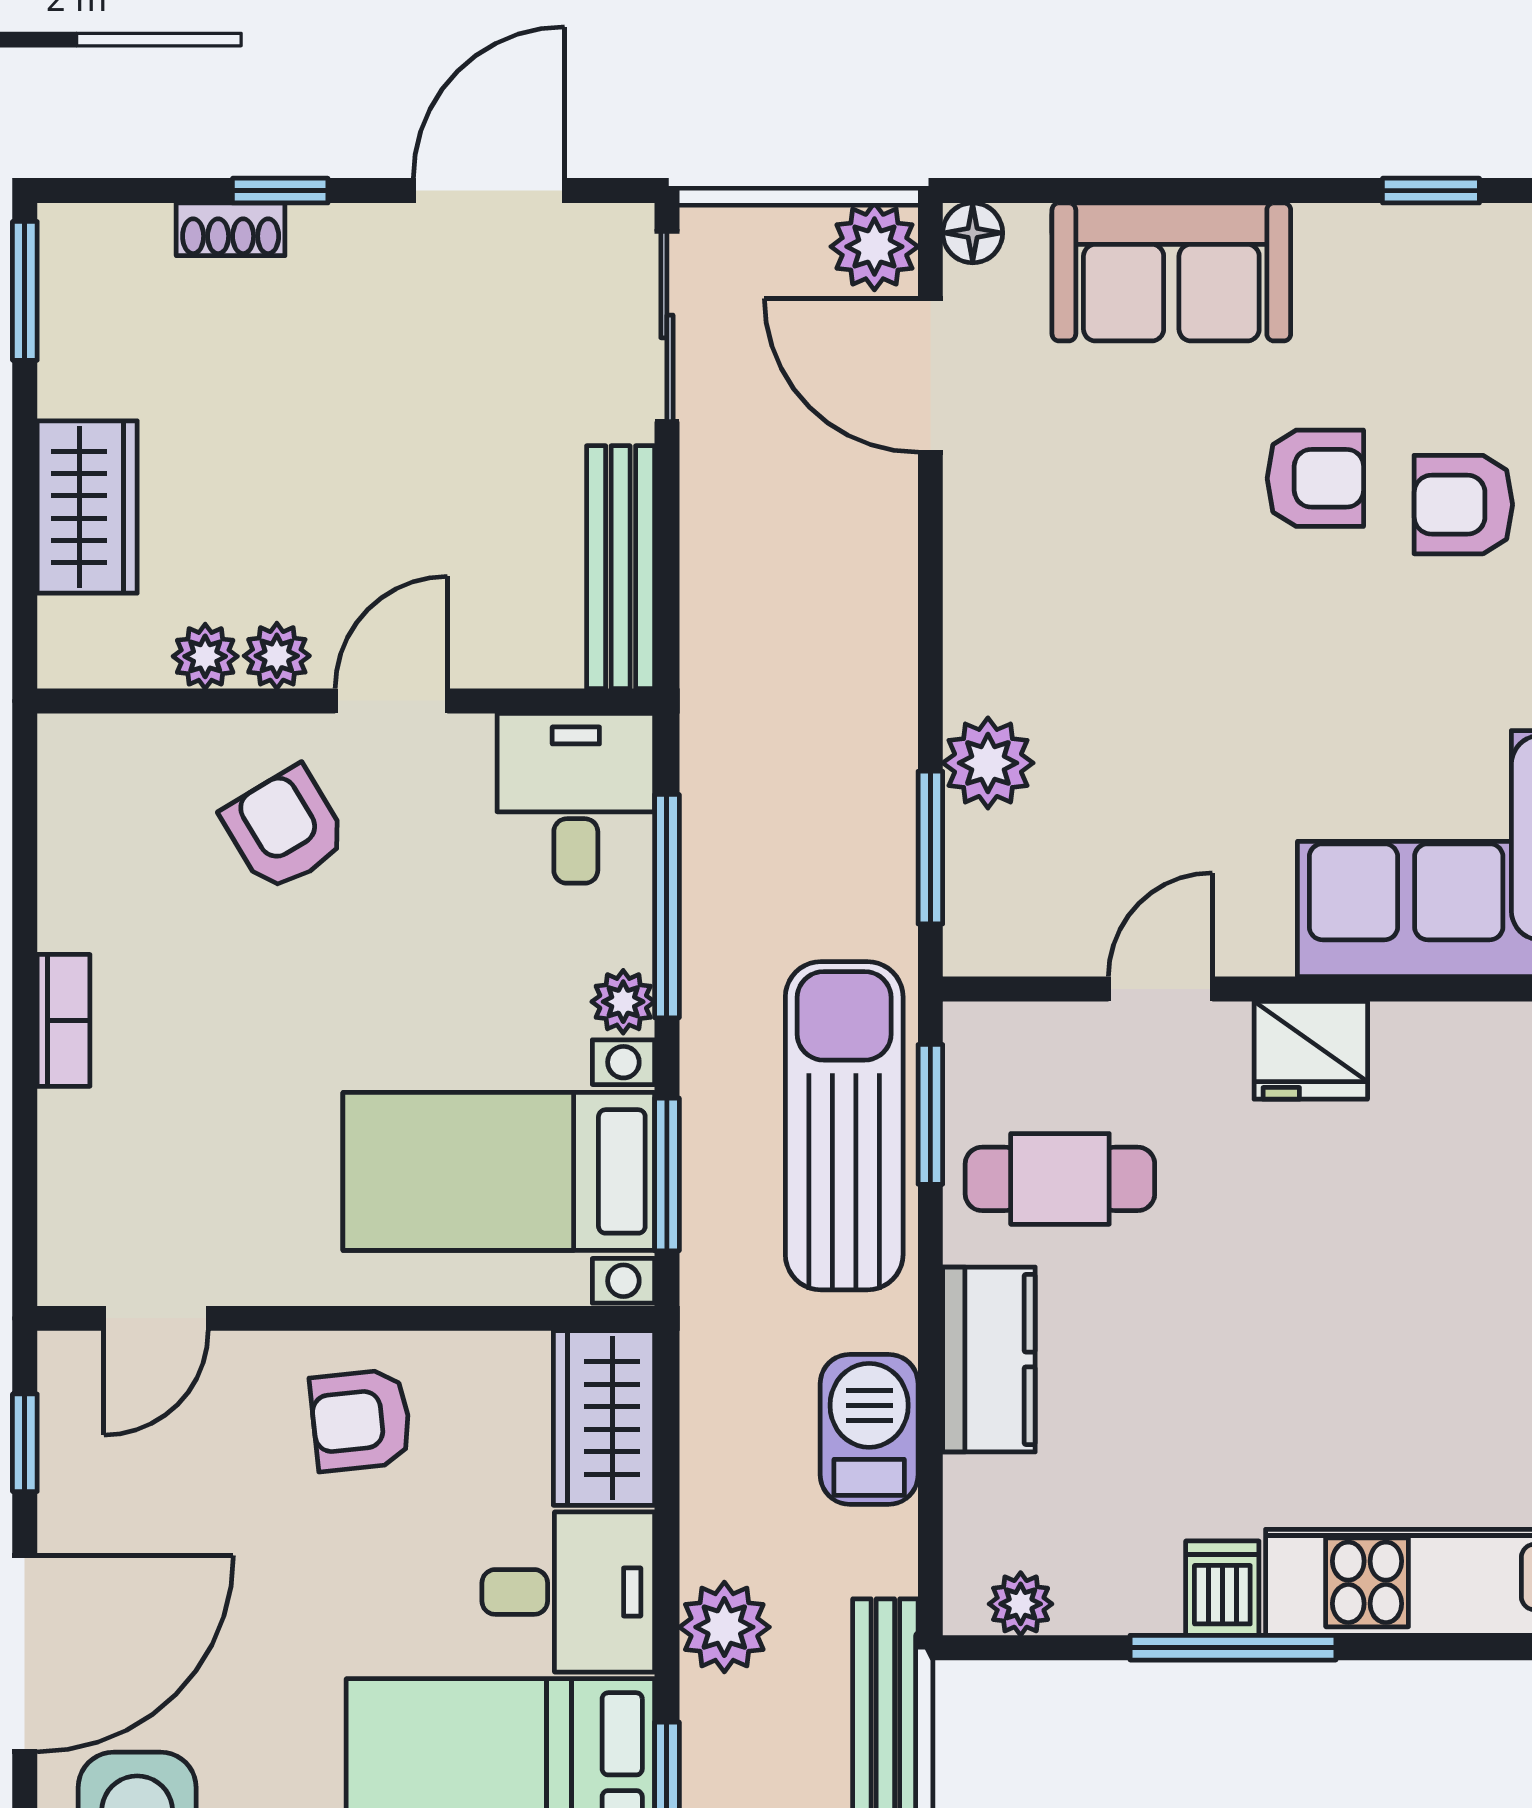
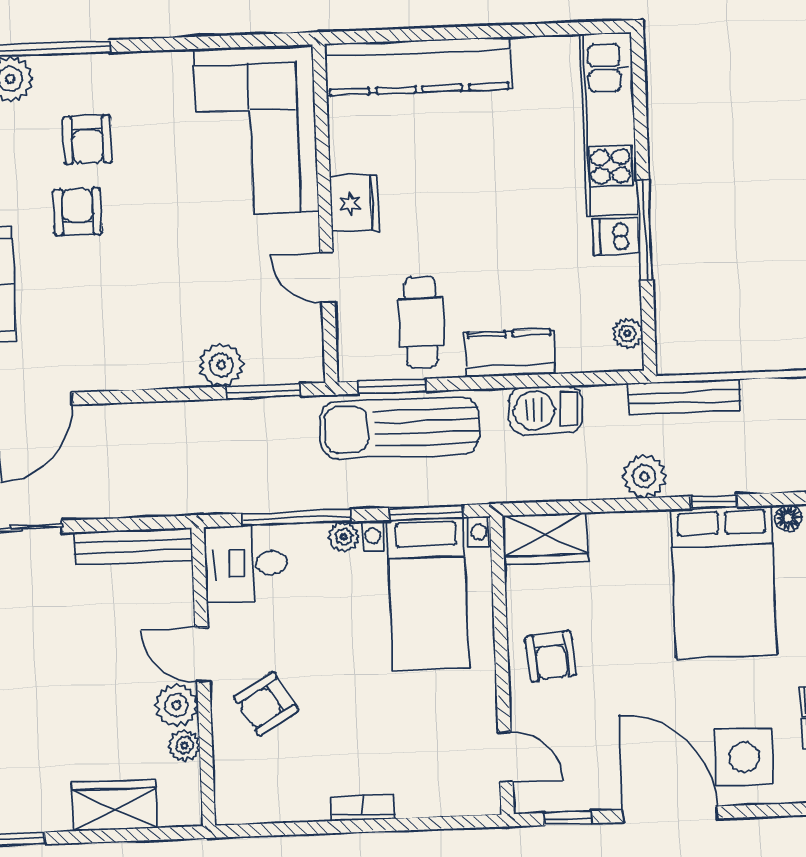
plant: (277, 656) -> (177, 705), width x1.38, depth x1.38
desk: (568, 1592) -> (630, 553), removed

